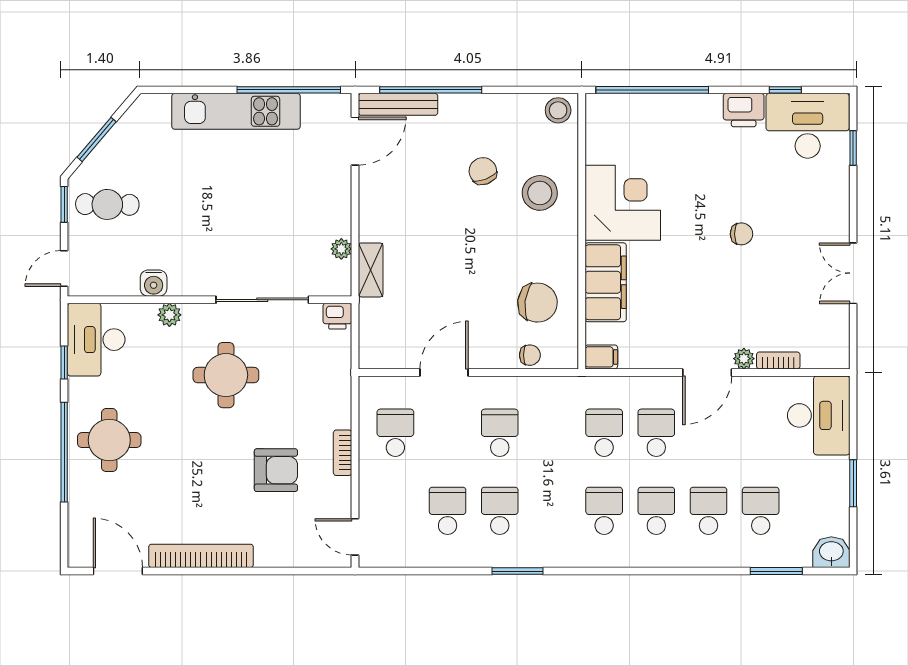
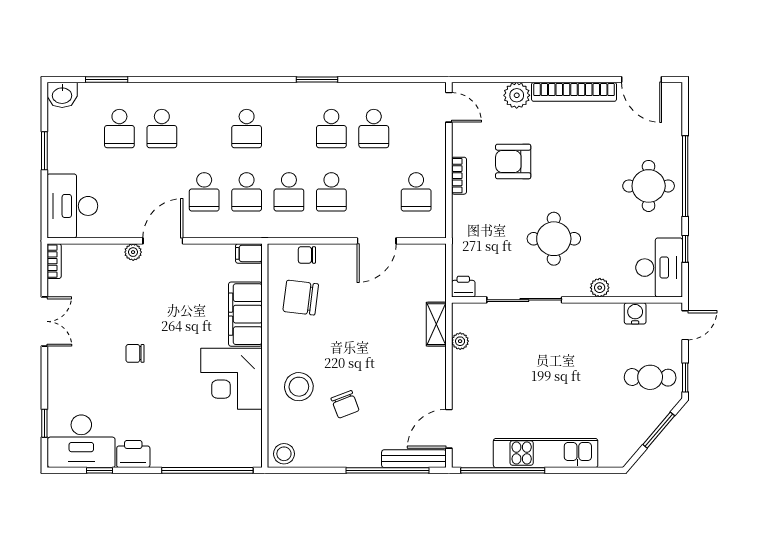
water cooler: (154, 283) -> (635, 313), moved
bookcase: (778, 360) -> (54, 261), moved, turned -90
school desk: (656, 511) -> (289, 192), moved
plant: (272, 552) -> (517, 95), added

